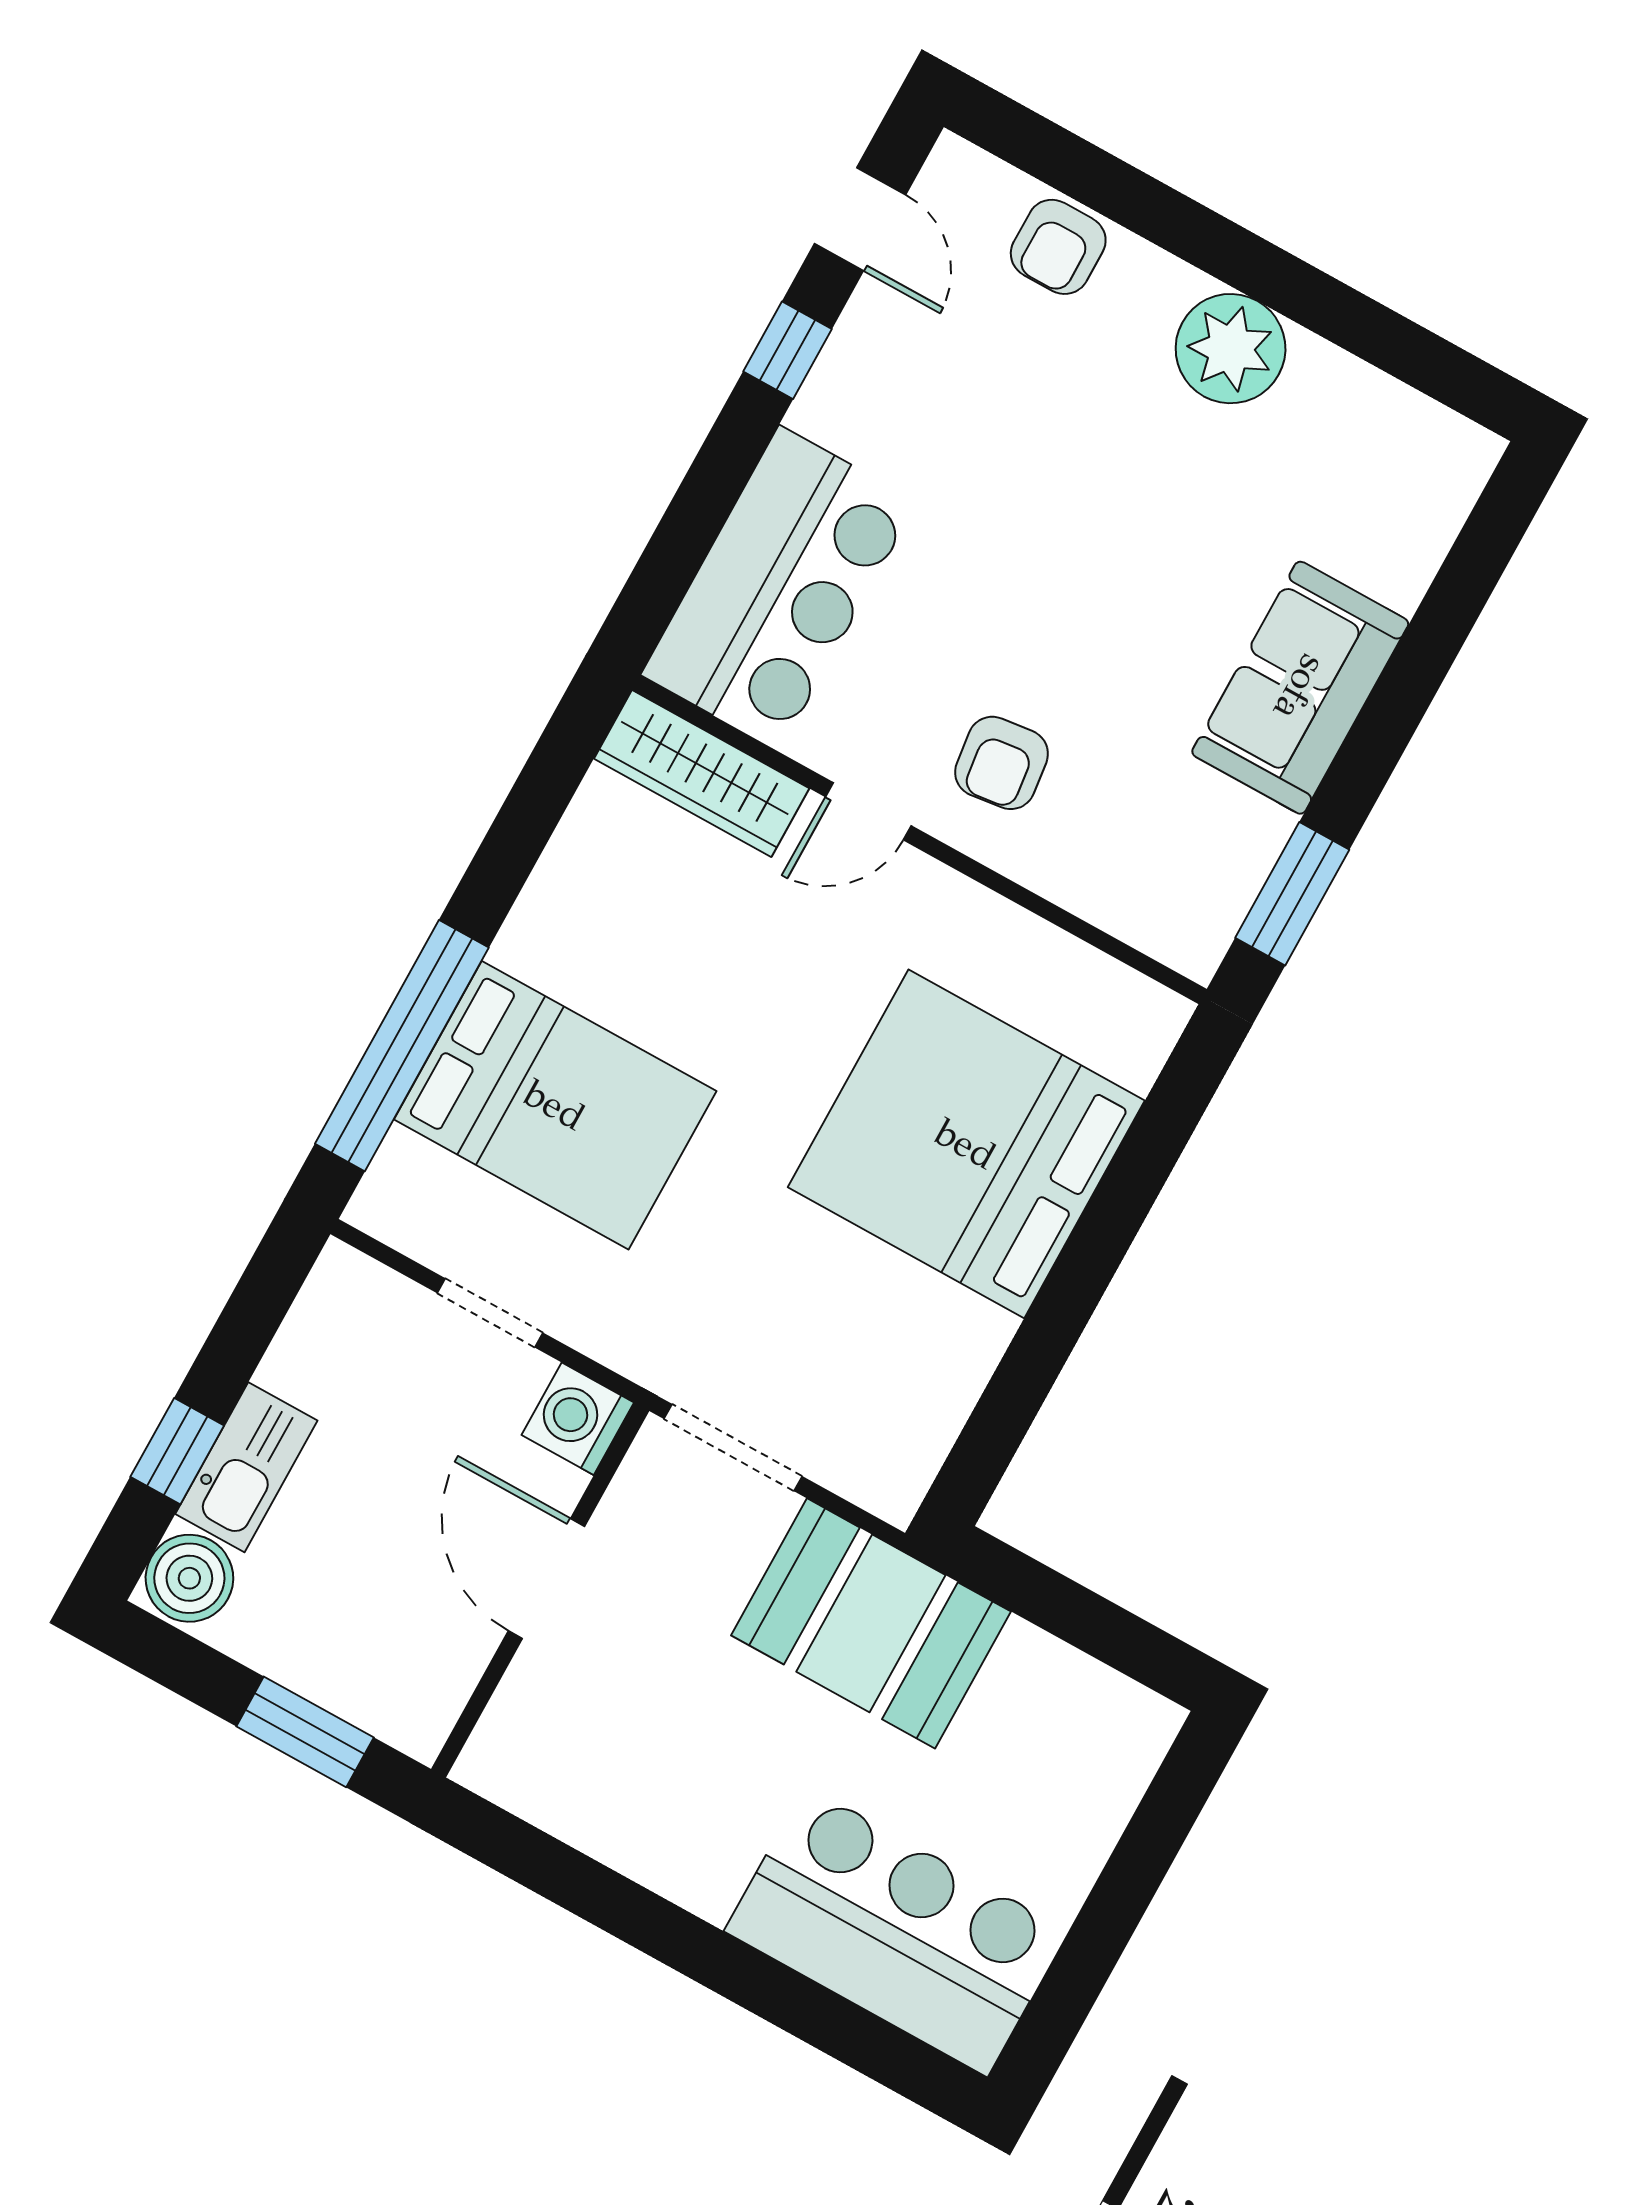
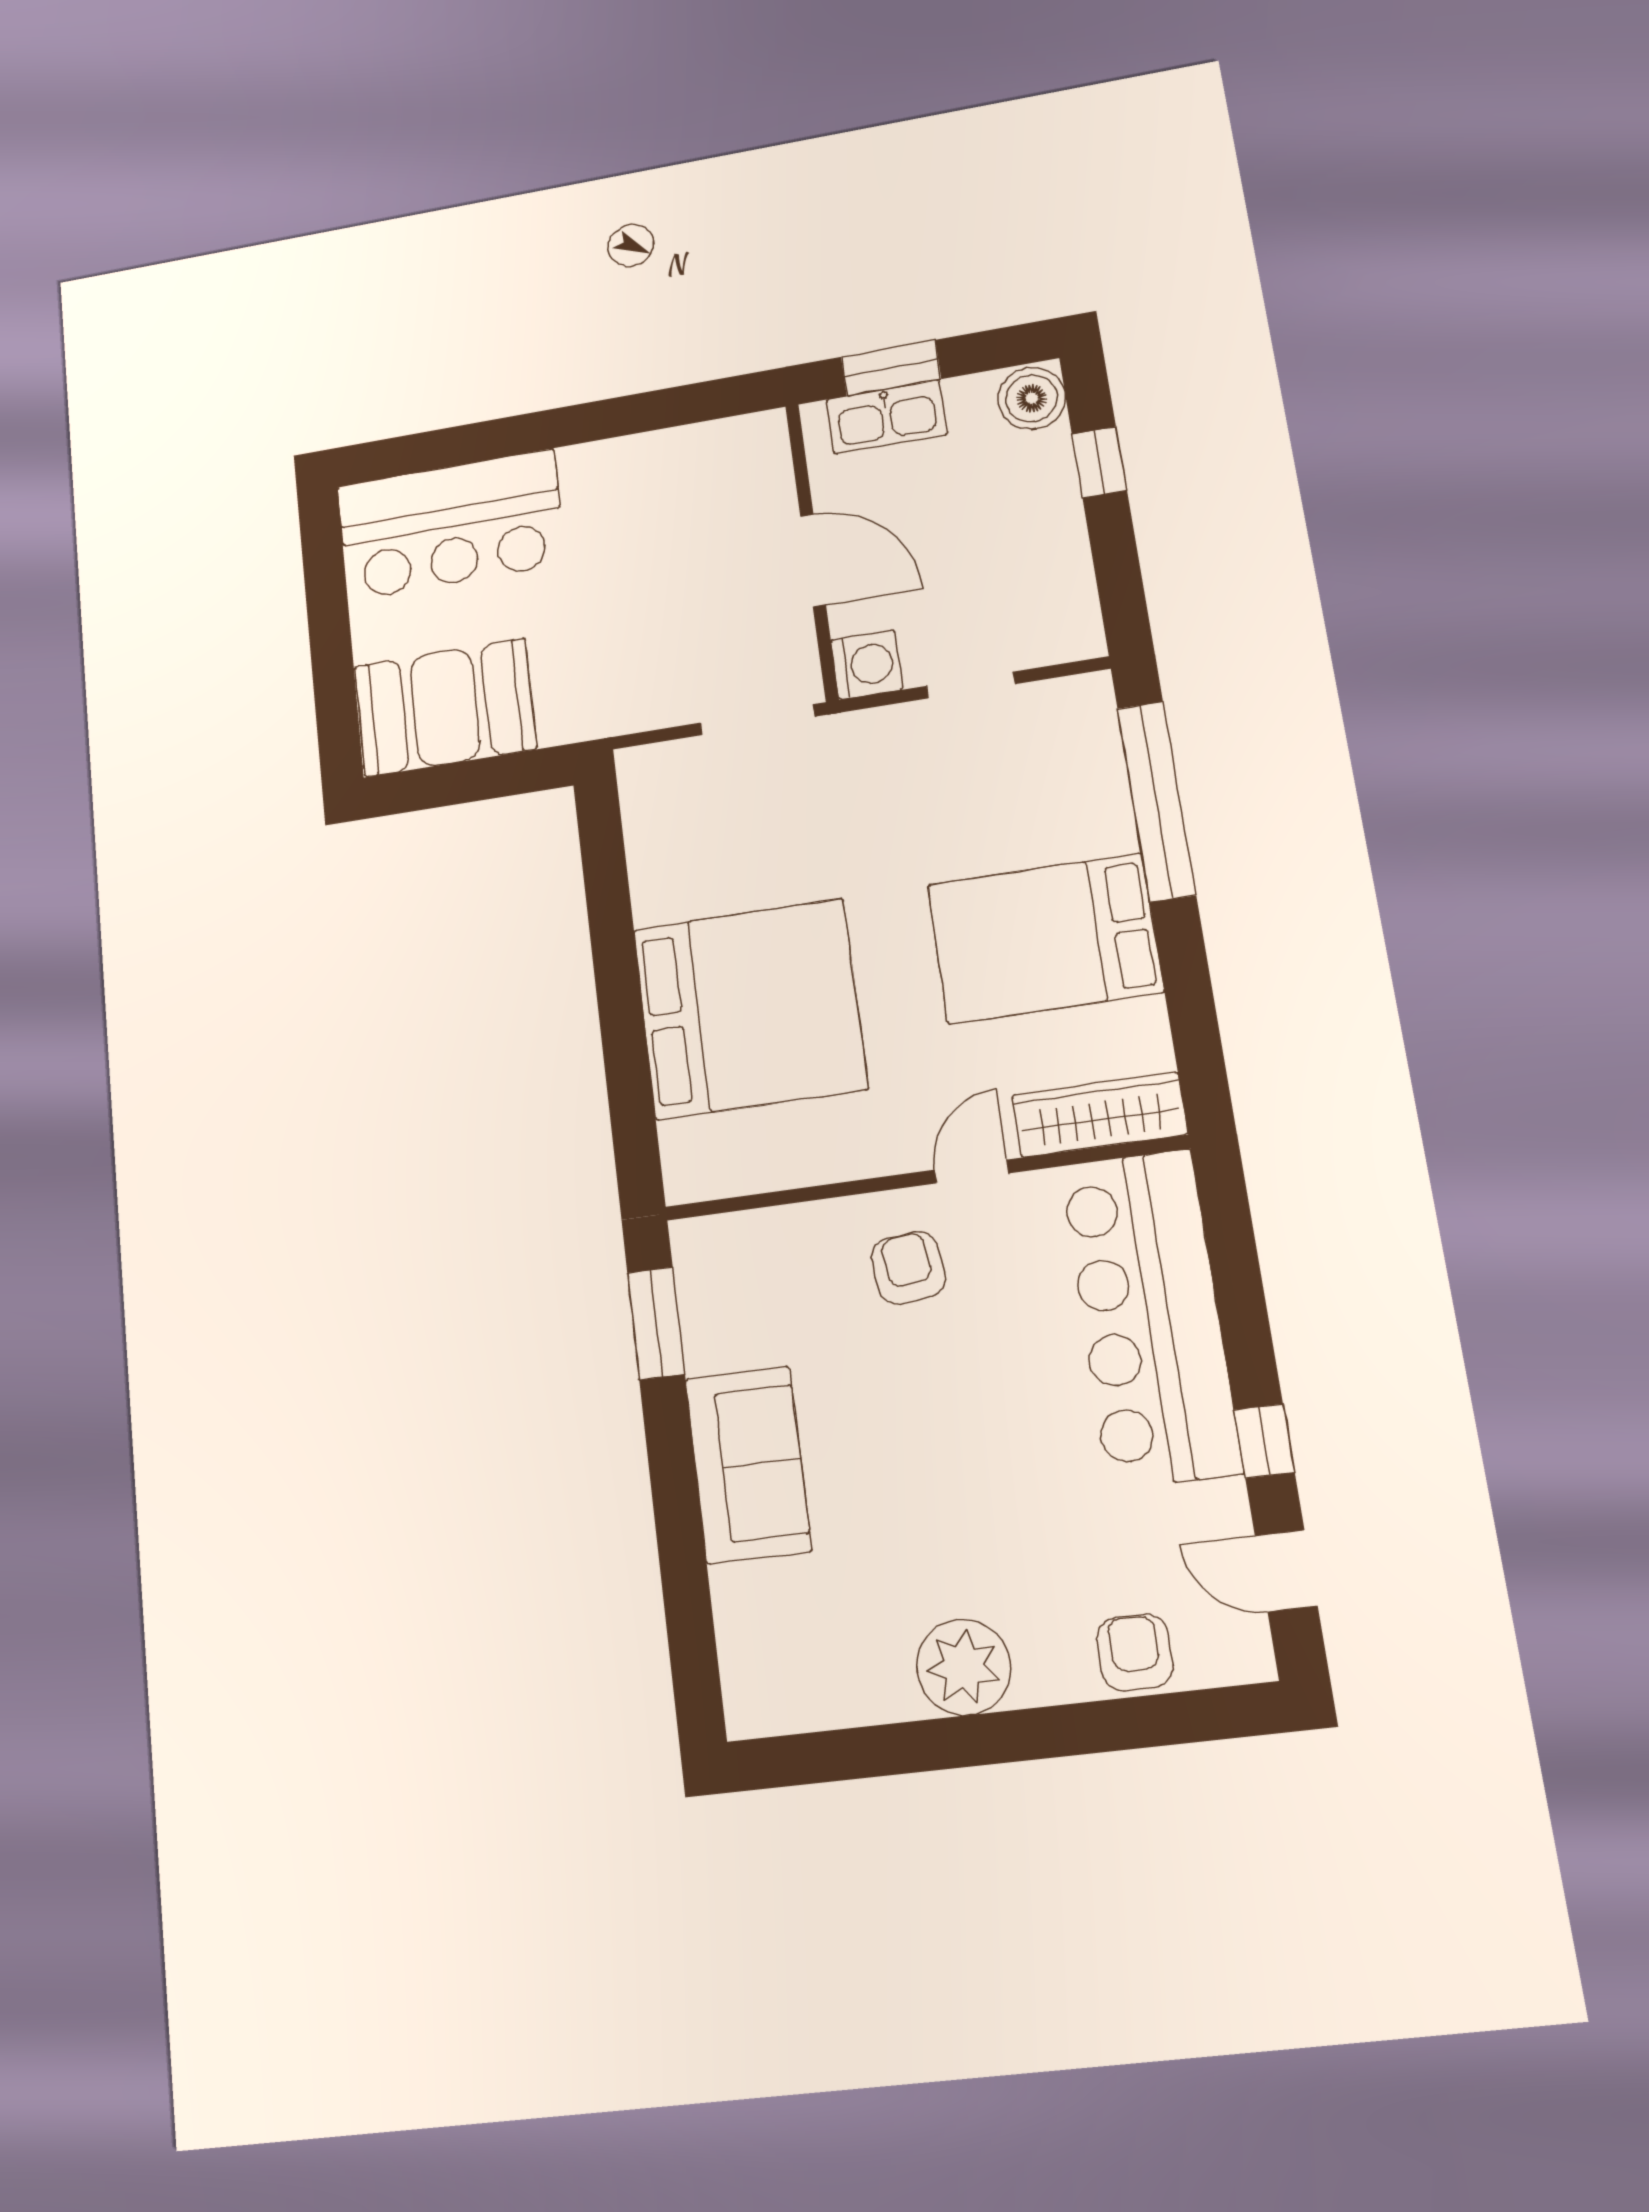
bar counter: (779, 588) -> (1150, 1317), width x1.36
bed: (555, 1105) -> (1045, 938), moved
kitchen sink: (246, 1467) -> (887, 417), moved, turned -90
booth: (871, 1623) -> (445, 707), moved

